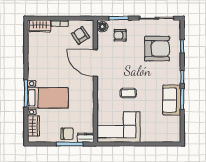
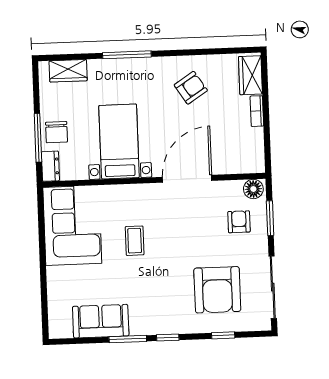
armchair: (81, 35) -> (191, 88), moved
bed with nightstands: (48, 98) -> (119, 142), moved, turned 180
sofa: (172, 100) -> (101, 321), moved

